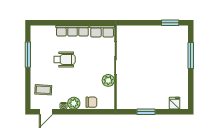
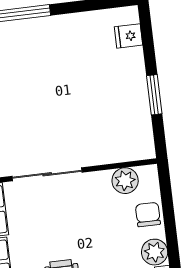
plant: (108, 80) -> (125, 181), moved

